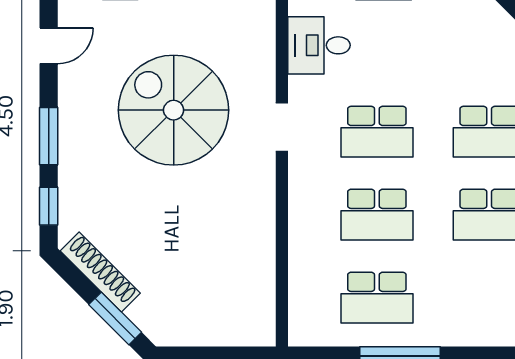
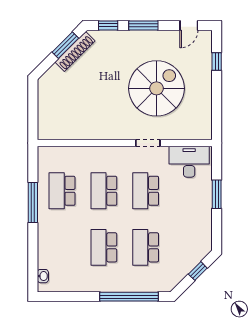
desk: (319, 45) -> (189, 162), width x1.37
door: (49, 46) -> (189, 25), hinge flipped
window: (115, 318) -> (65, 45), moved

